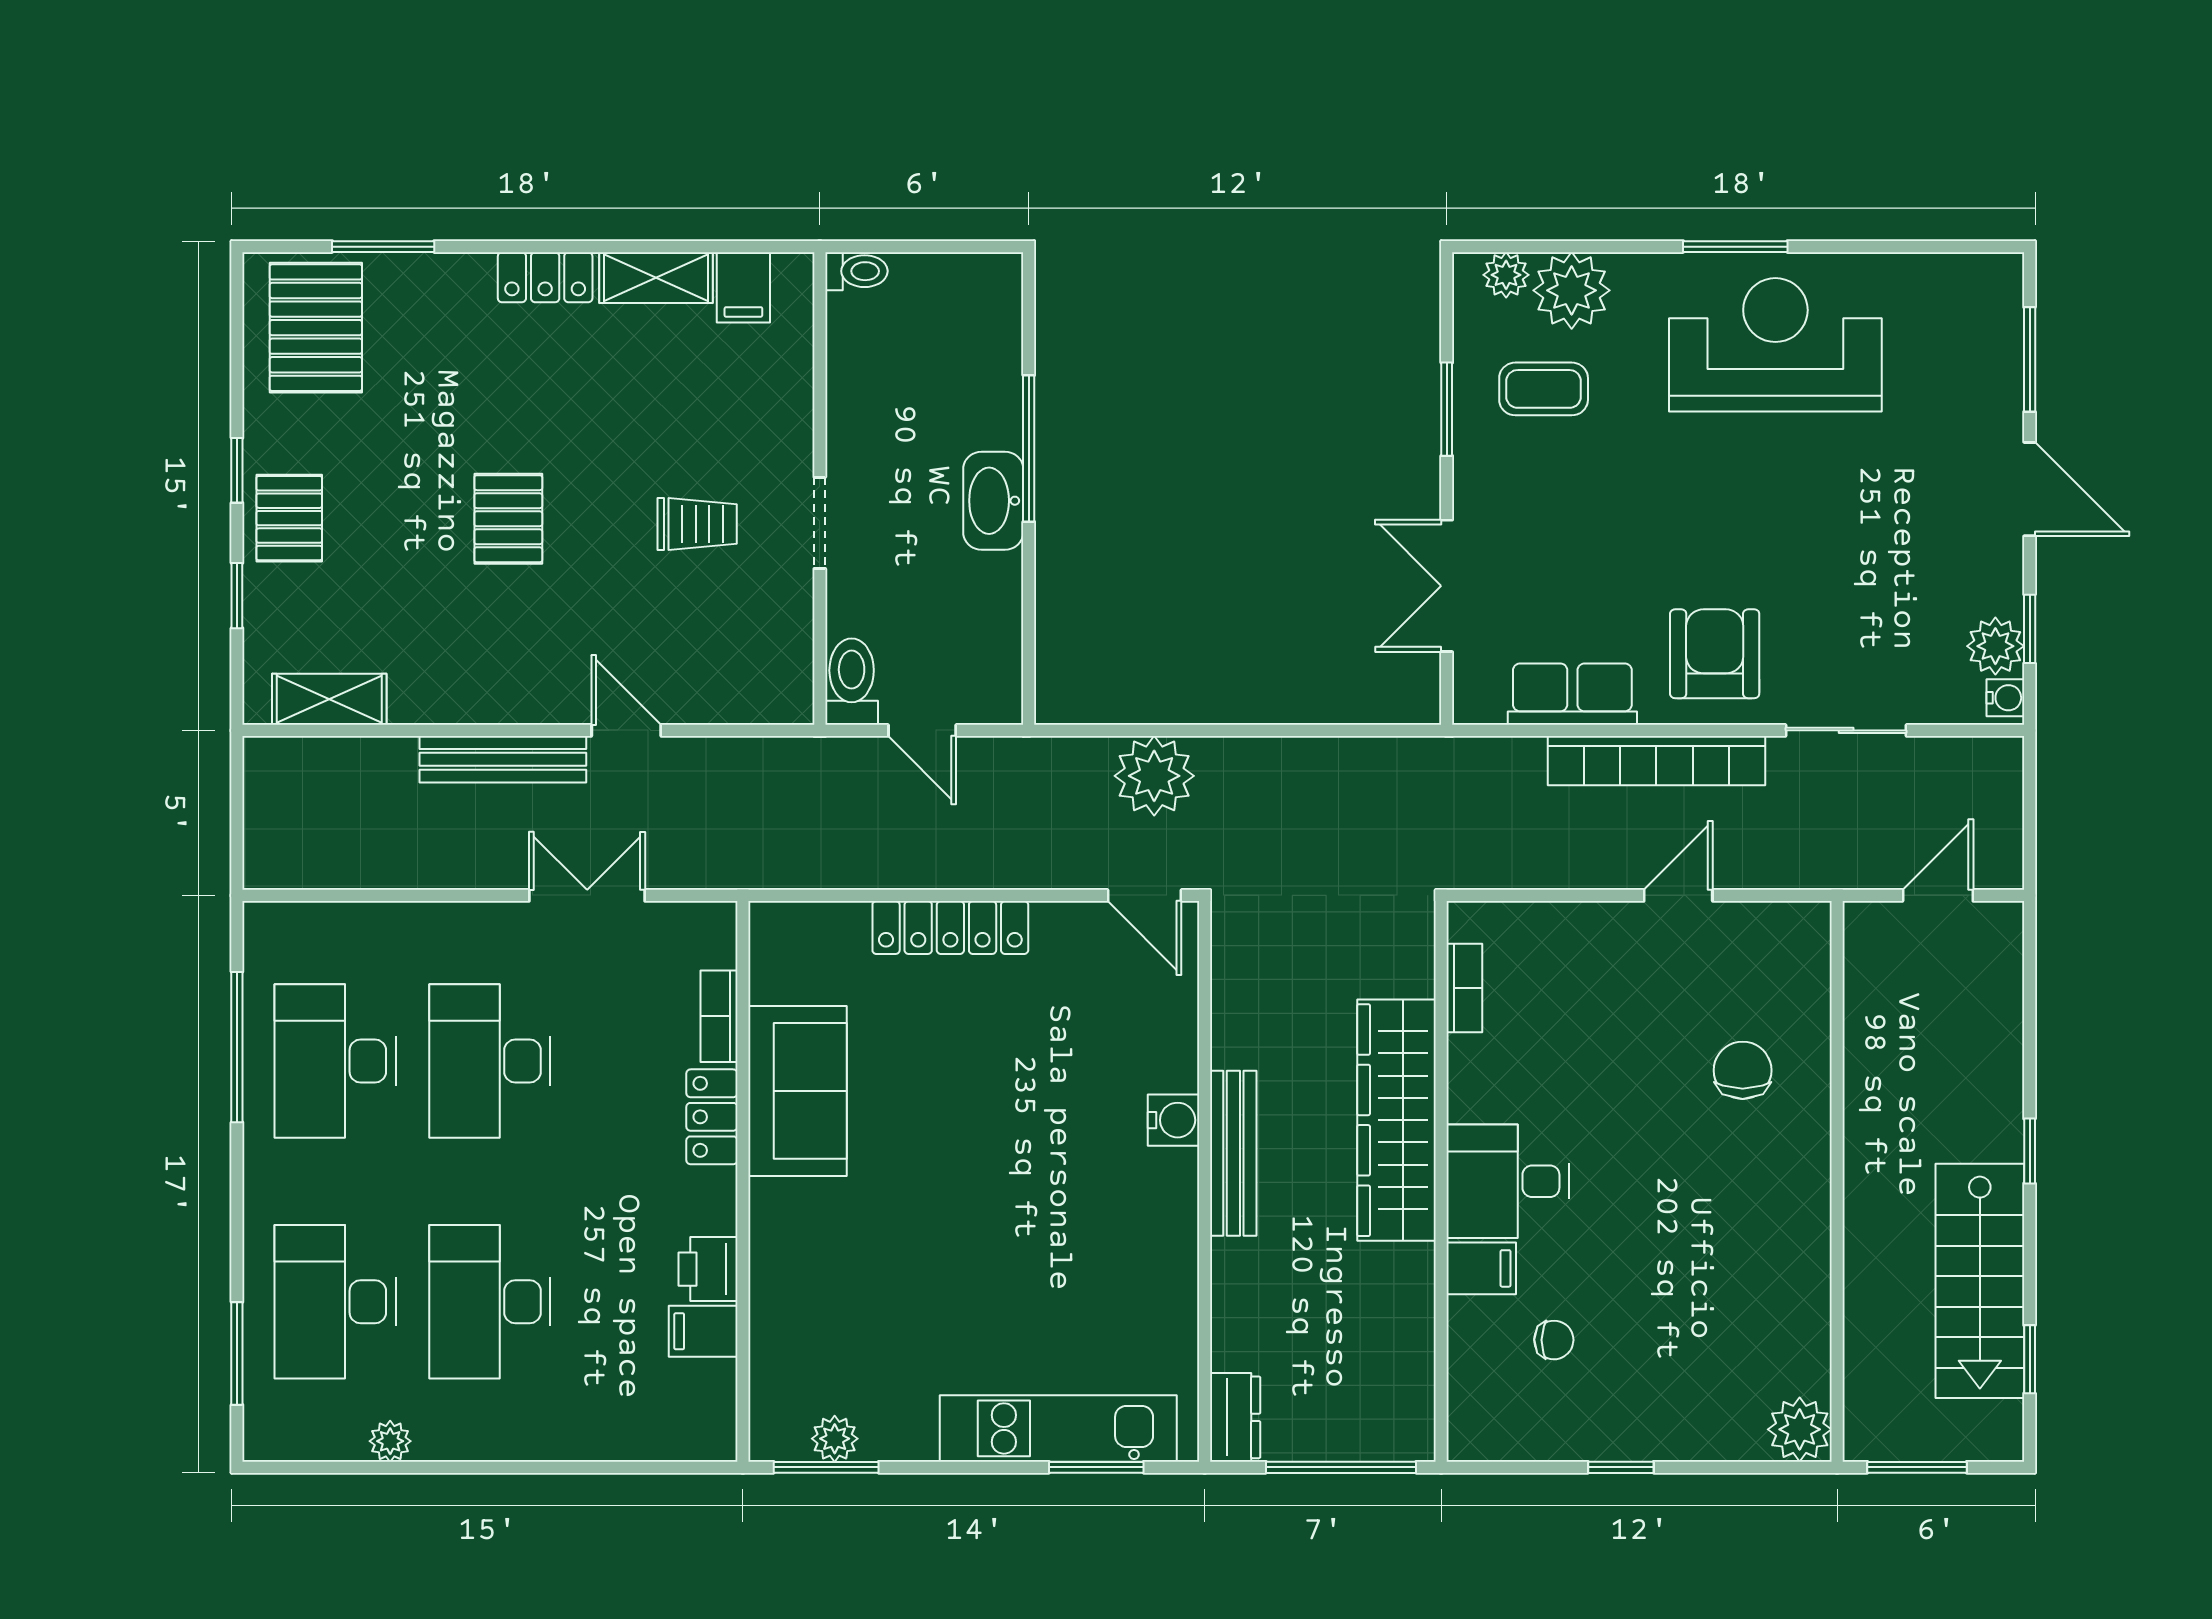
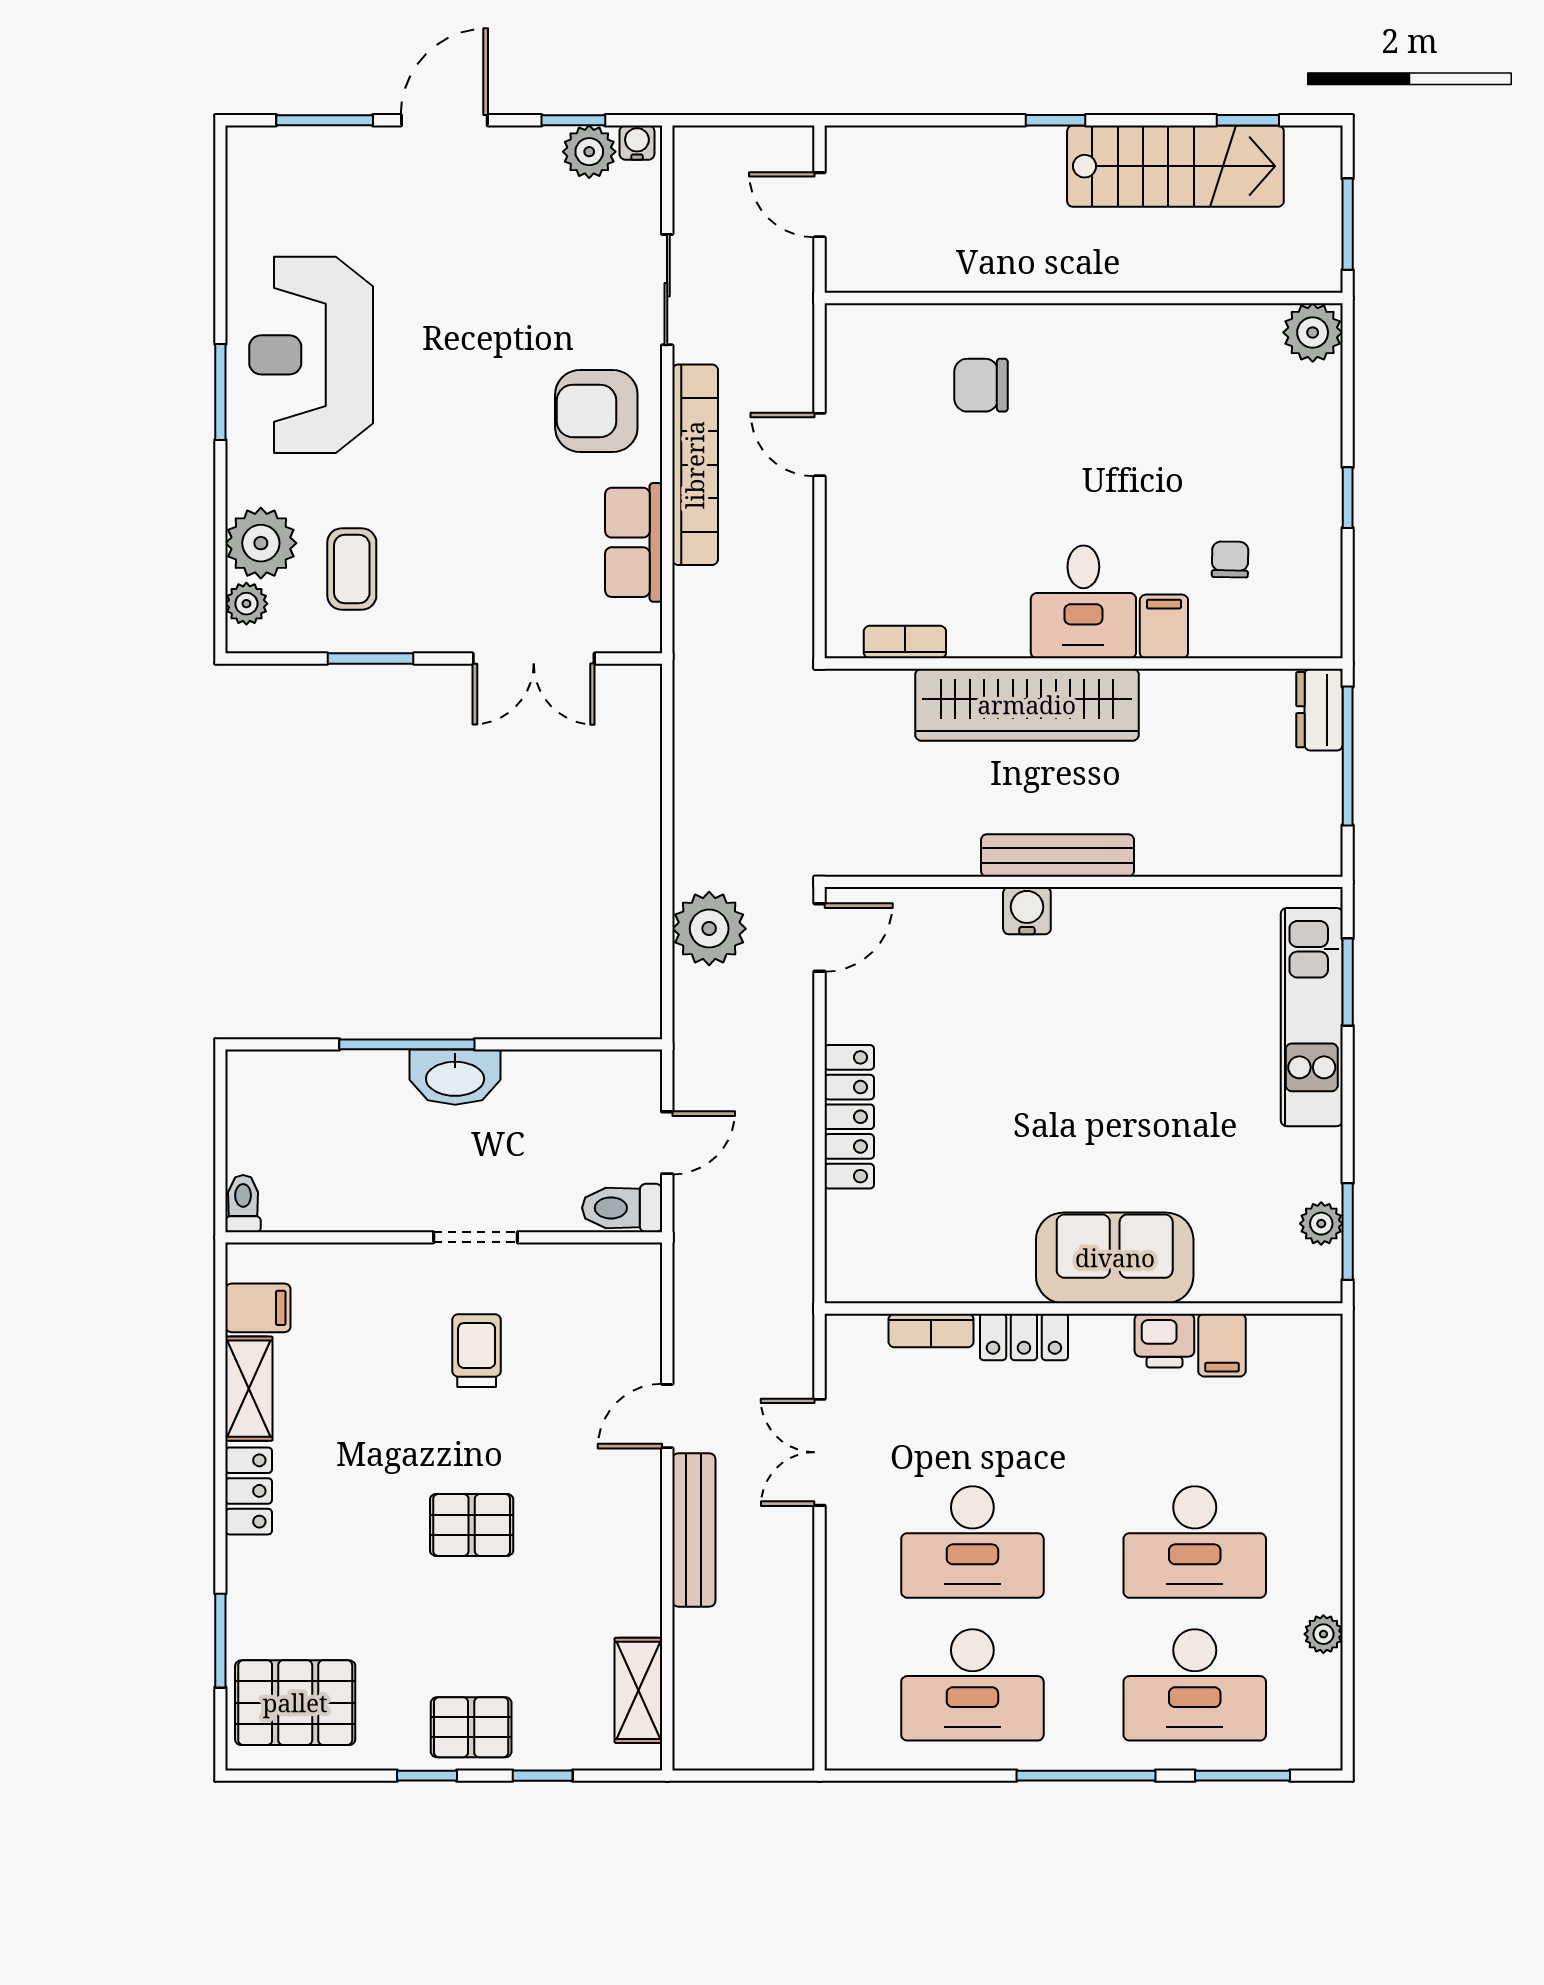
window: (237, 1047) -> (1086, 1776), moved
sofa: (797, 1091) -> (1115, 1258), moved
dresser: (1235, 1417) -> (1319, 710), moved, turned -90

